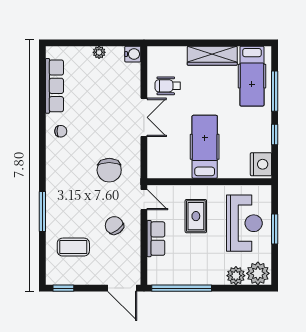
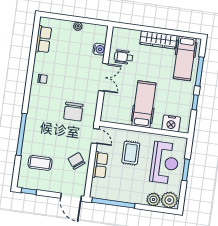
water cooler: (133, 54) -> (99, 49), moved
row of seats: (54, 86) -> (43, 39), width x0.68
nightstand: (261, 164) -> (171, 123), moved, turned 90
window: (42, 211) -> (21, 134), width x1.46
chair: (114, 225) -> (76, 161), moved

